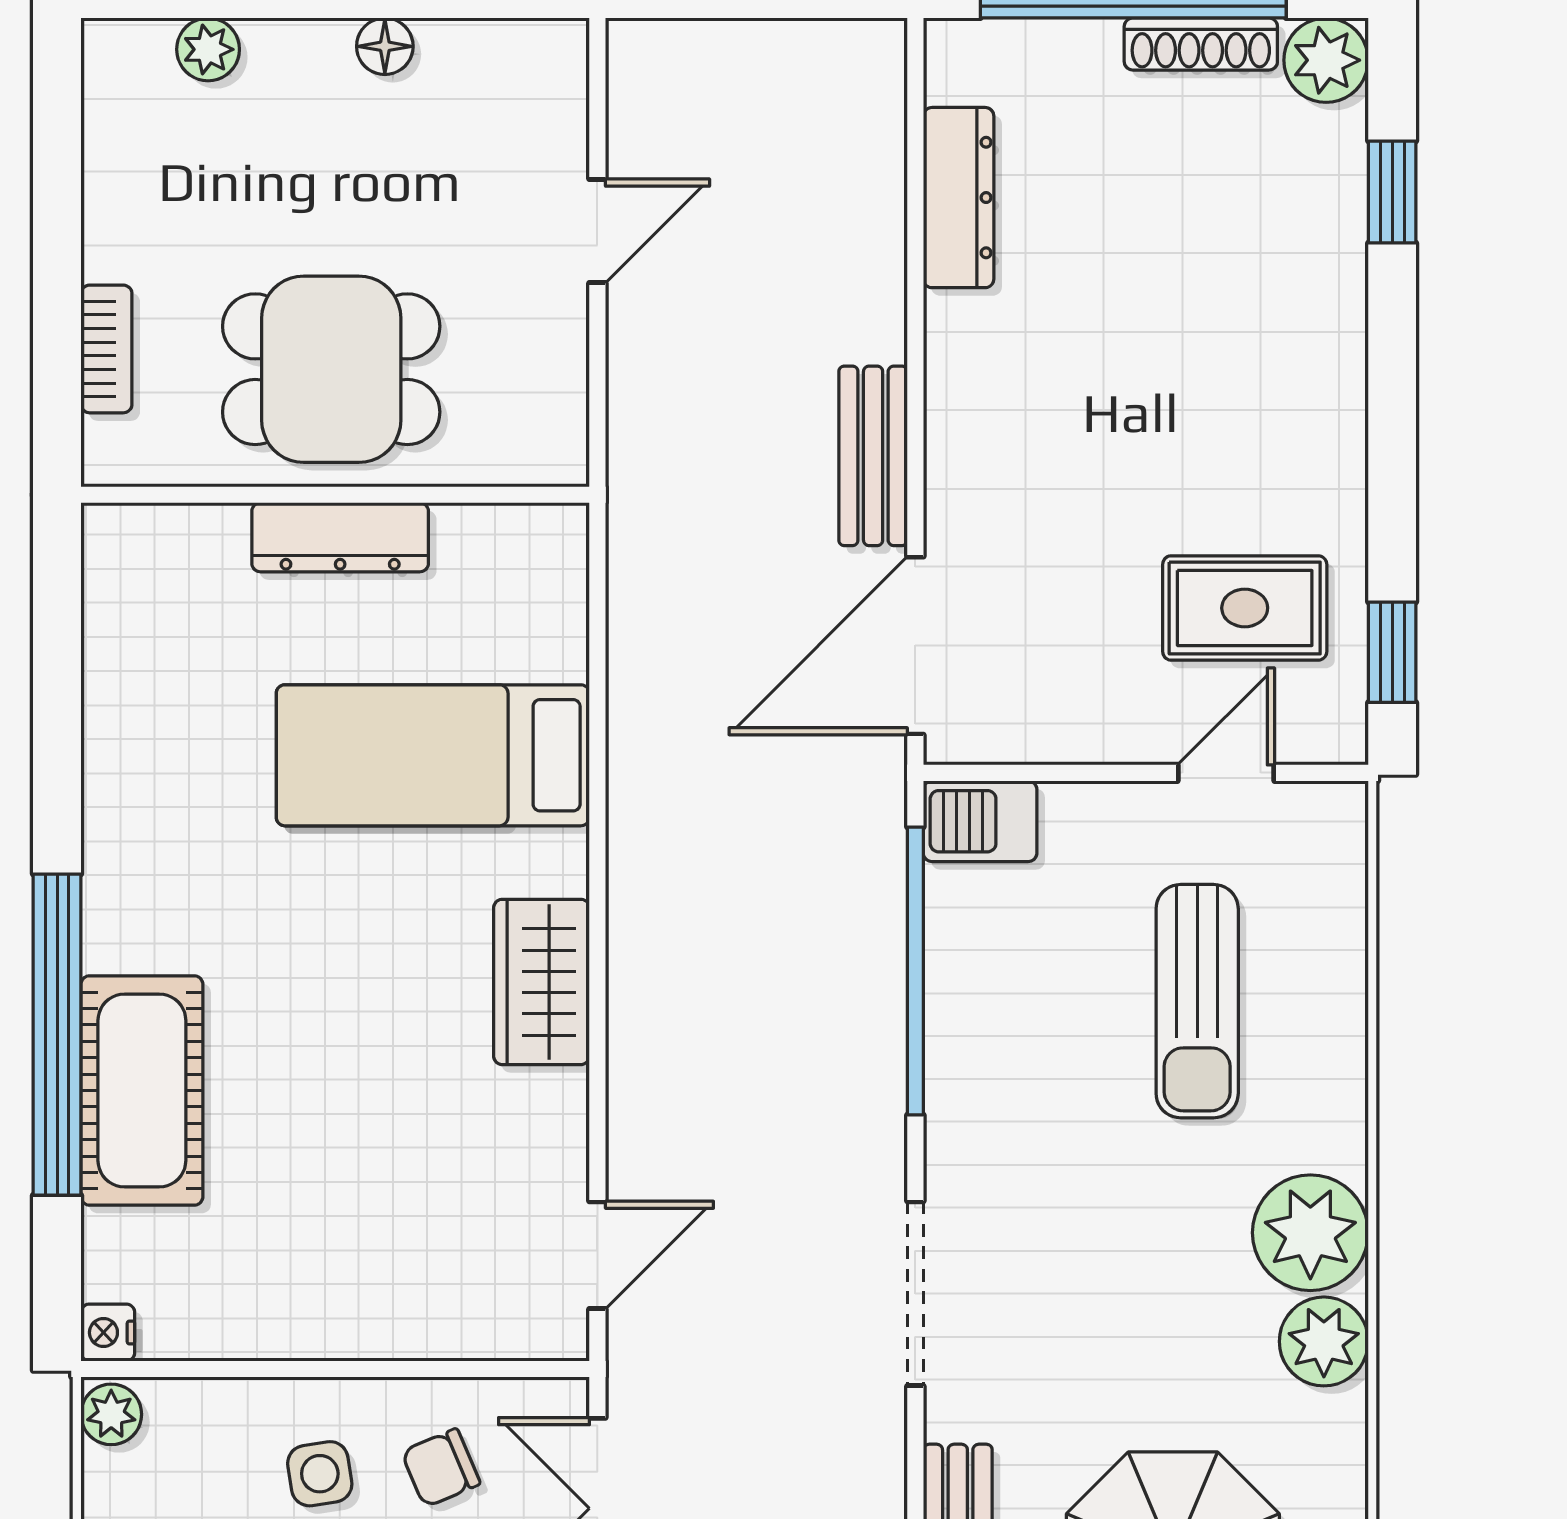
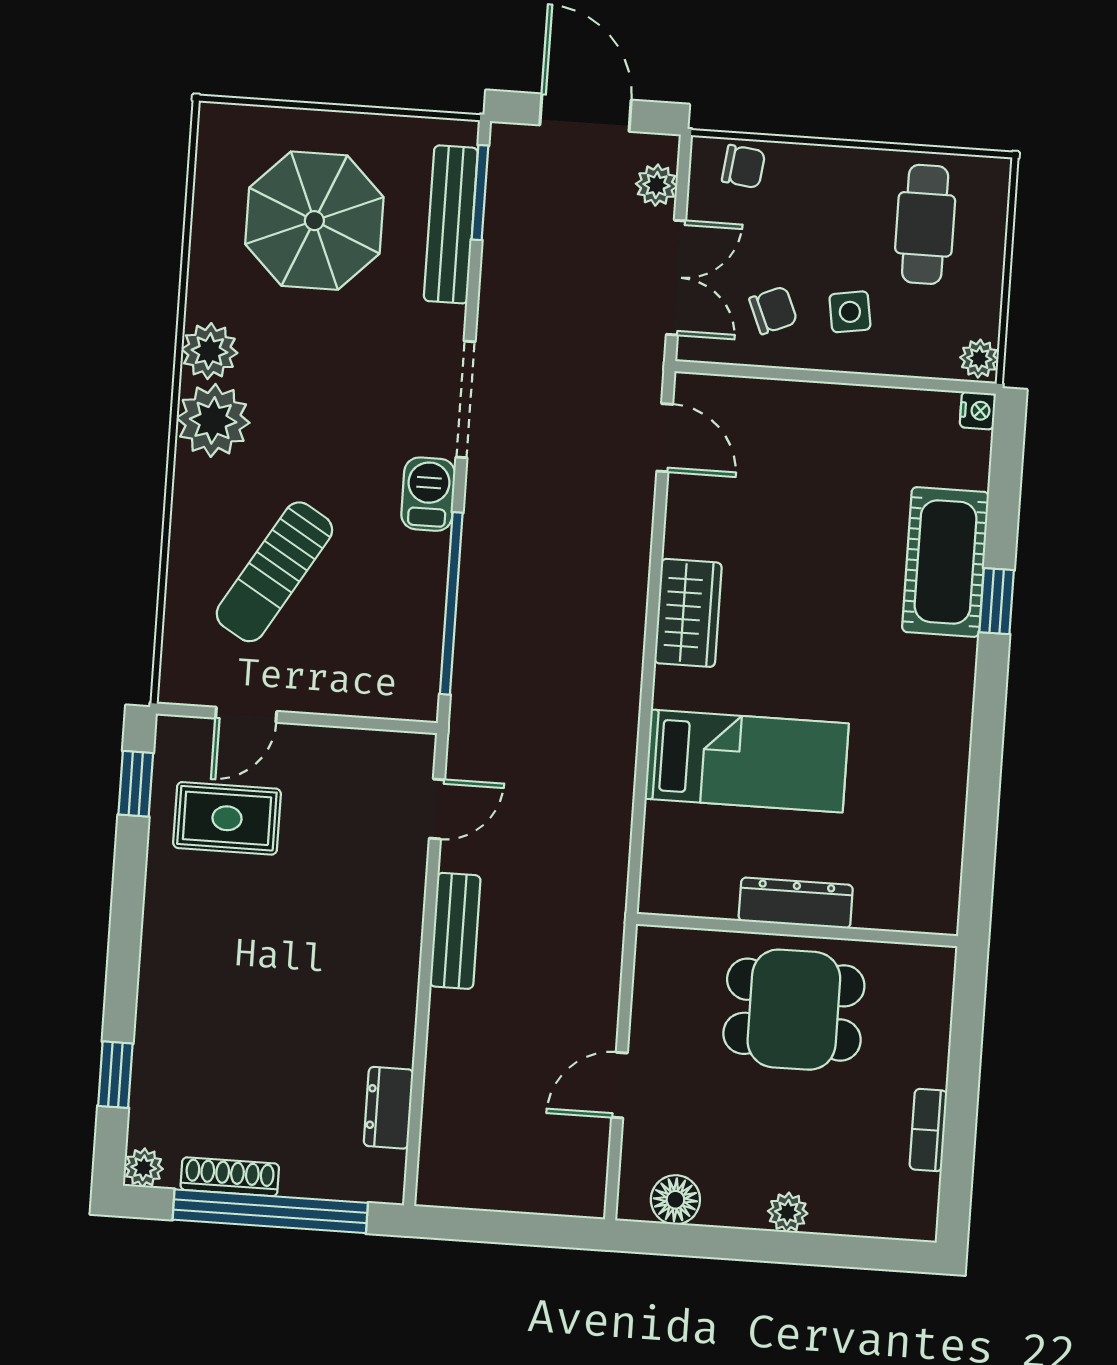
floor lamp: (385, 46) -> (675, 1200), moved, width x1.37, depth x1.37
plant: (208, 49) -> (788, 1212), moved
plant: (1326, 60) -> (144, 1168), width x0.73, depth x0.73
dresser: (959, 198) -> (389, 1108), width x0.70
bookcase: (106, 349) -> (928, 1130), moved
door: (915, 646) -> (437, 809), width x0.53
barbecue: (980, 821) -> (428, 494), moved, turned -90
sun lounger: (1197, 1001) -> (274, 572), turned -149
window: (57, 1035) -> (997, 601), width x0.32
door: (597, 1255) -> (665, 438), swing flipped

